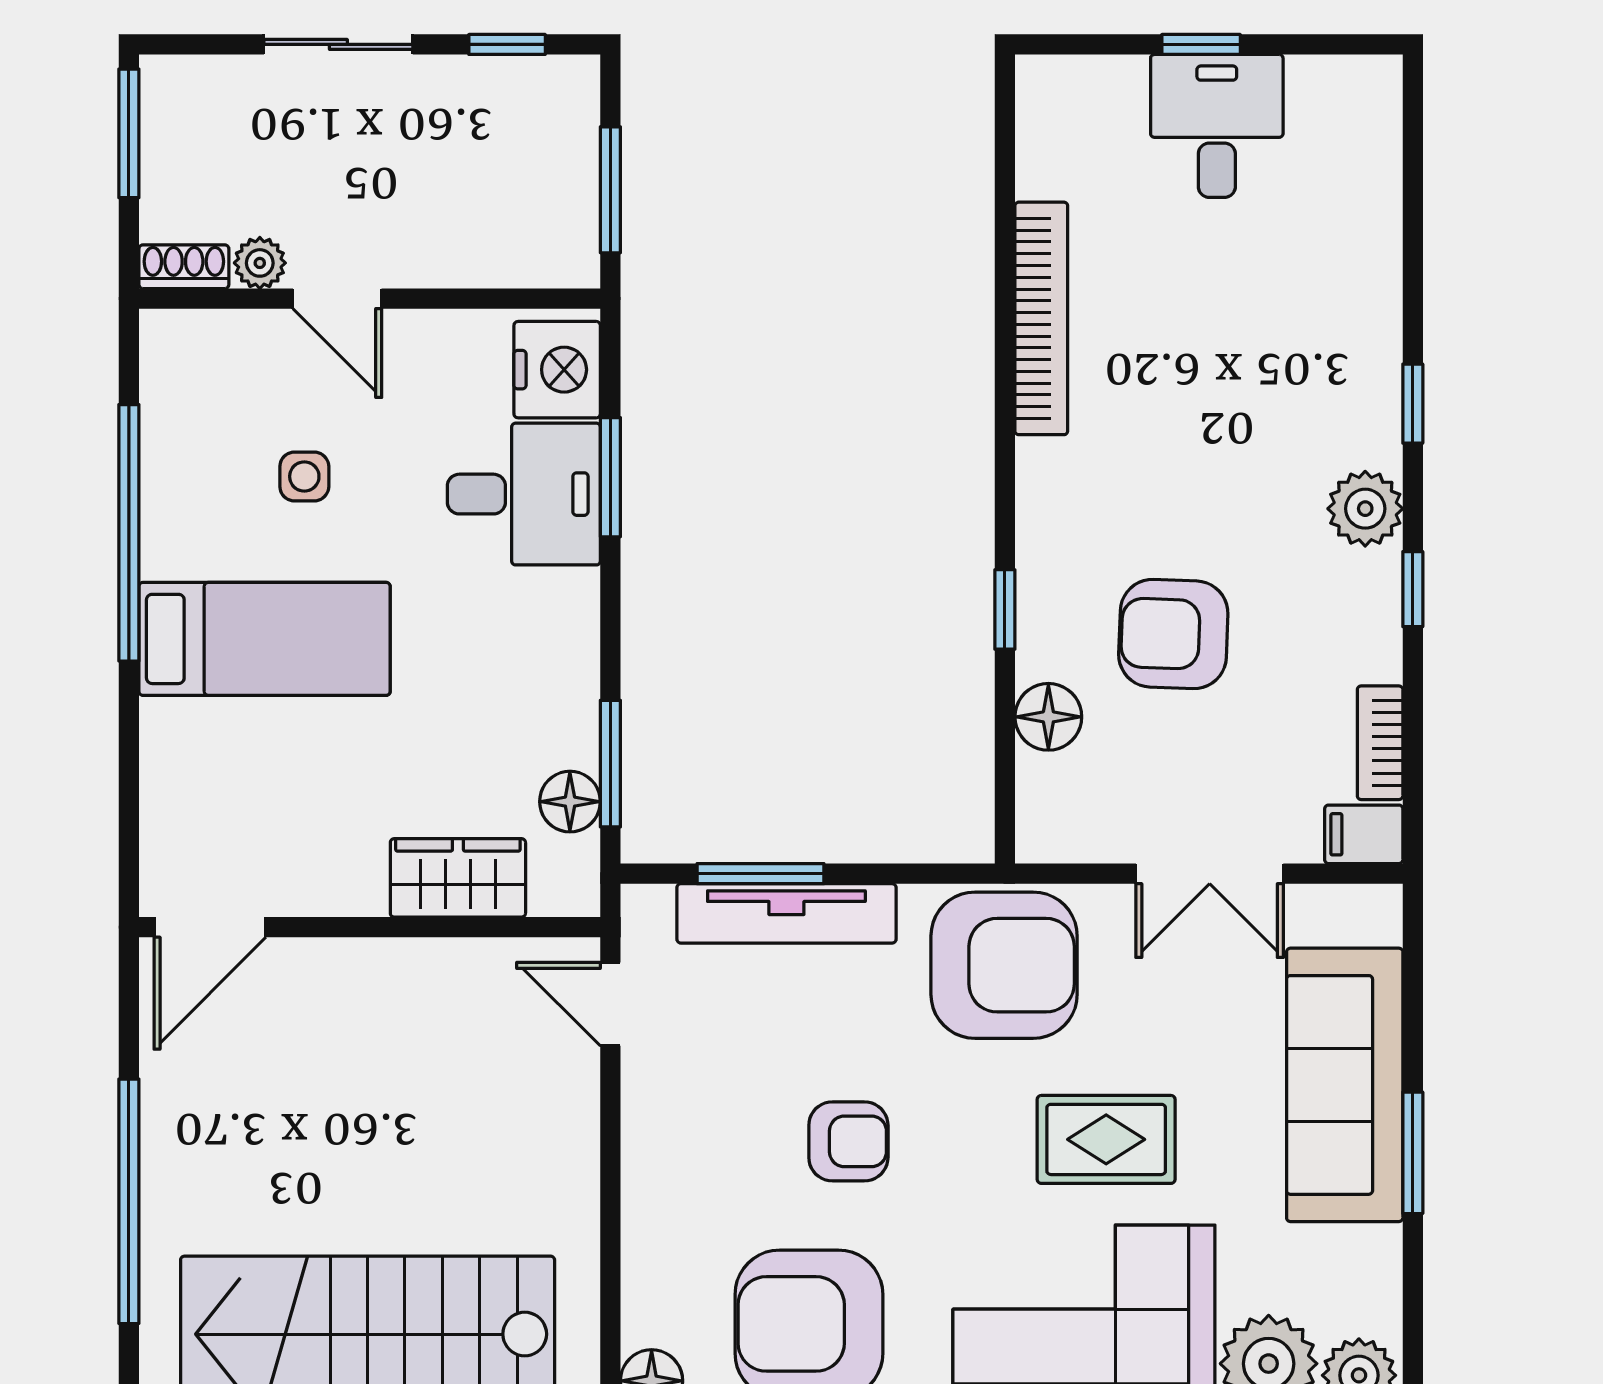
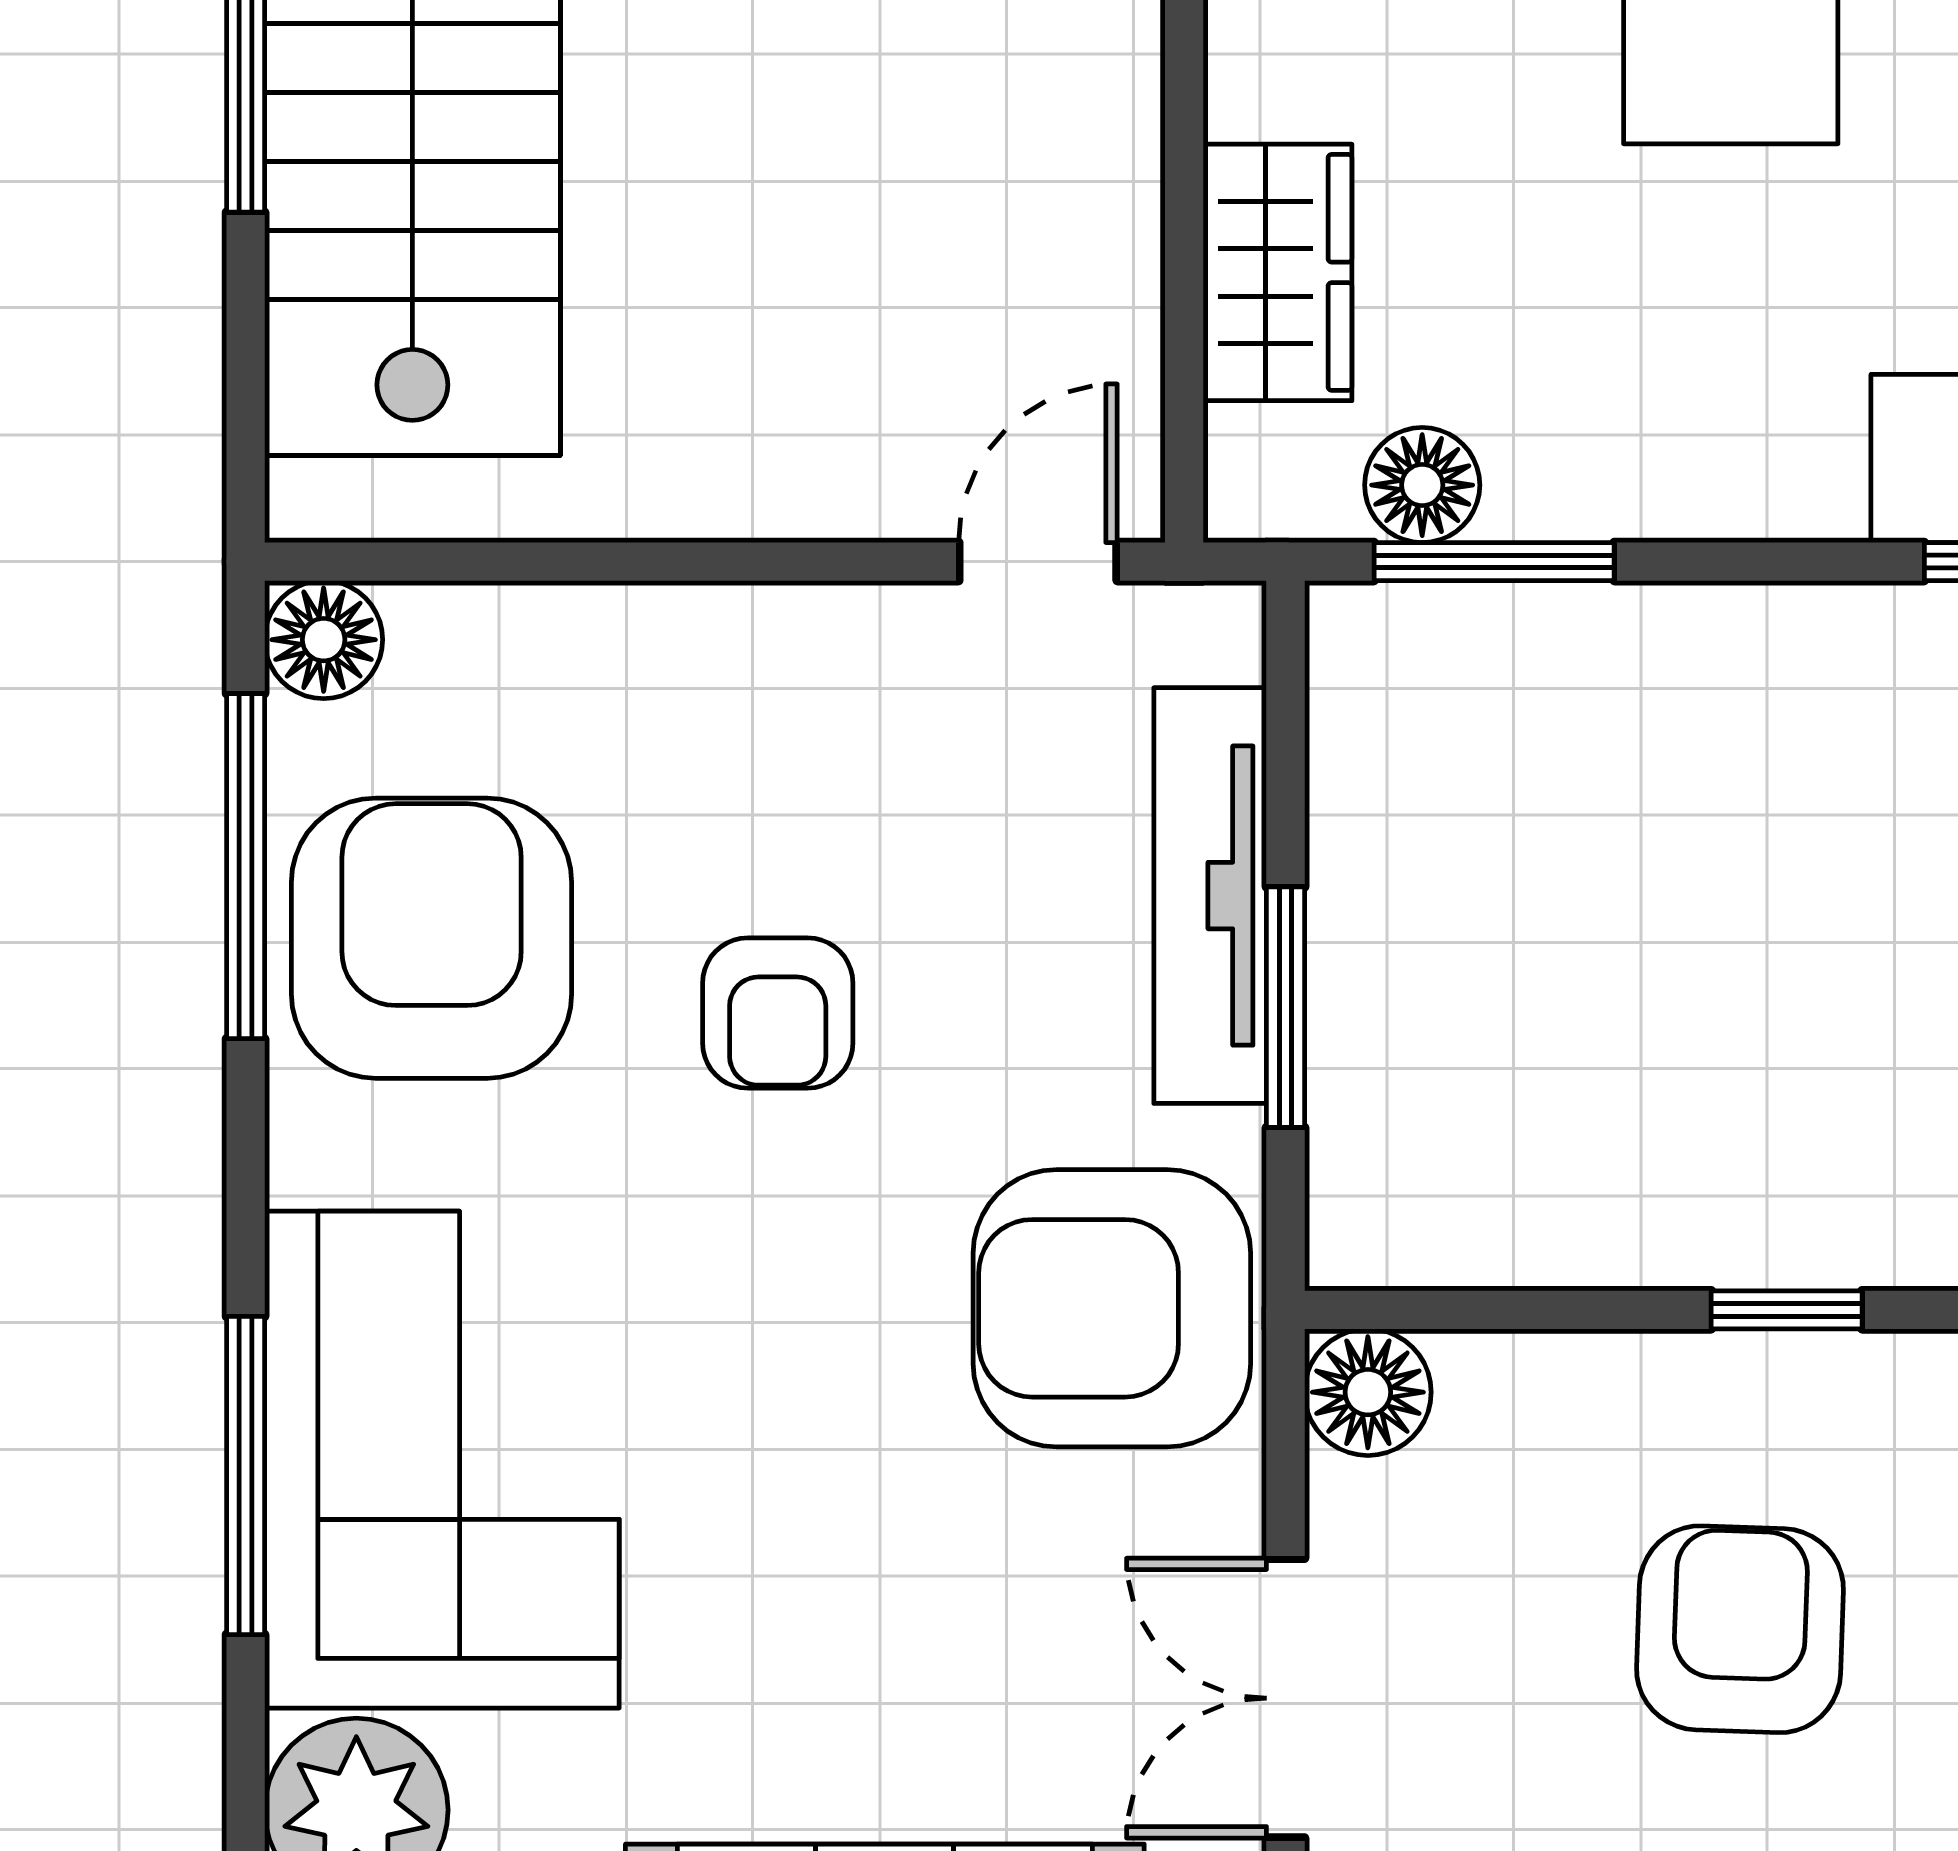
floor lamp: (1048, 717) -> (1368, 1392), moved
window: (761, 874) -> (1286, 1007), moved
armchair: (1004, 965) -> (1112, 1308), turned 90
rug: (1106, 1139) -> (781, 1502), removed

